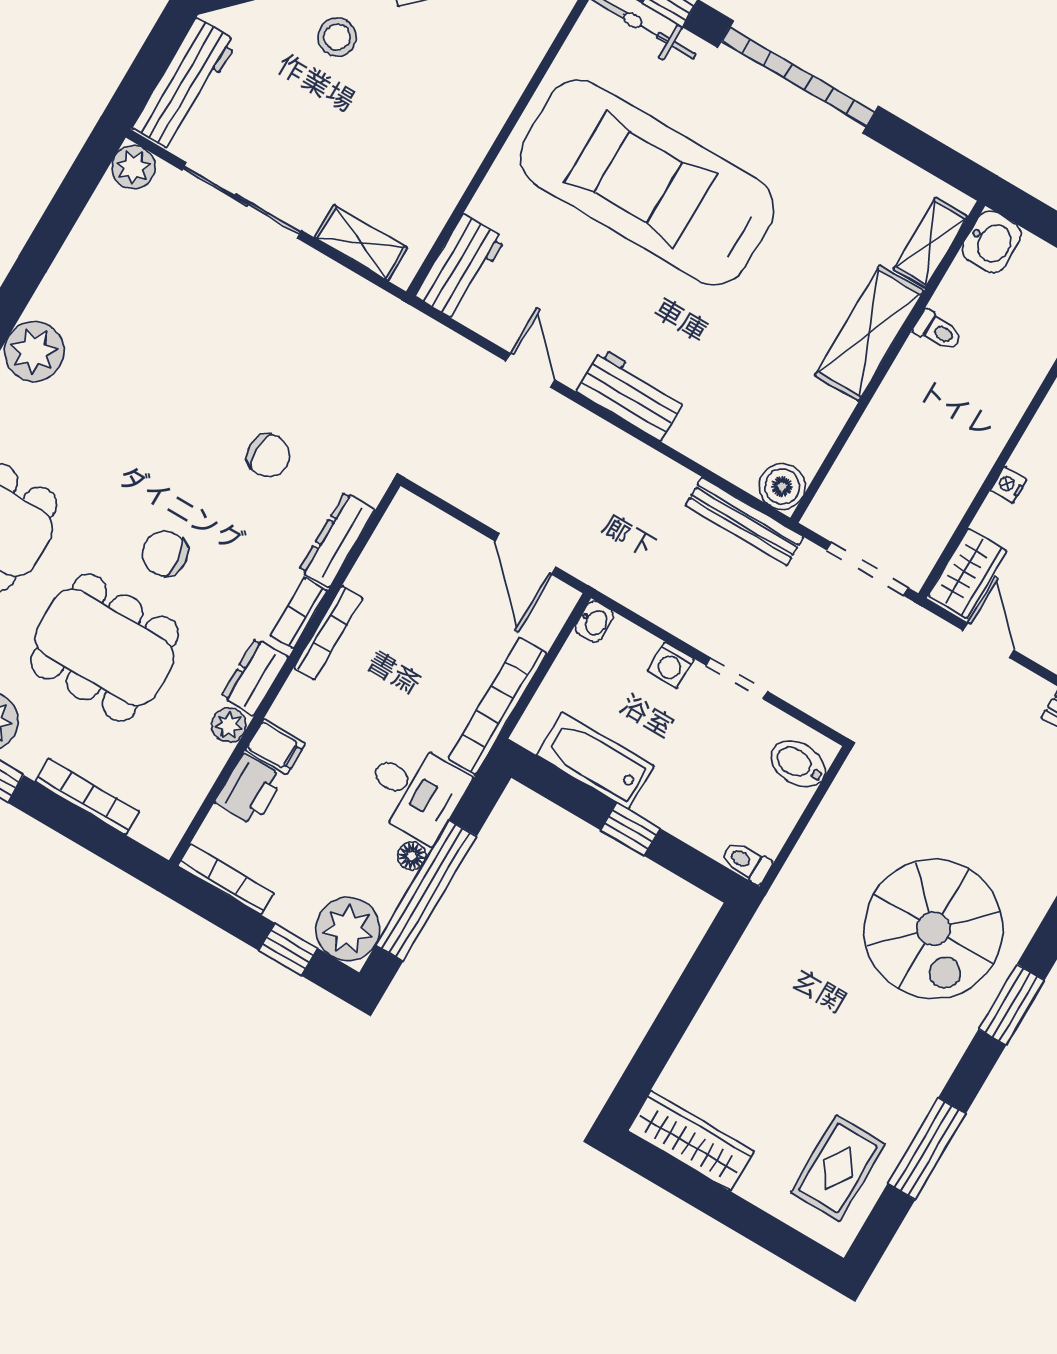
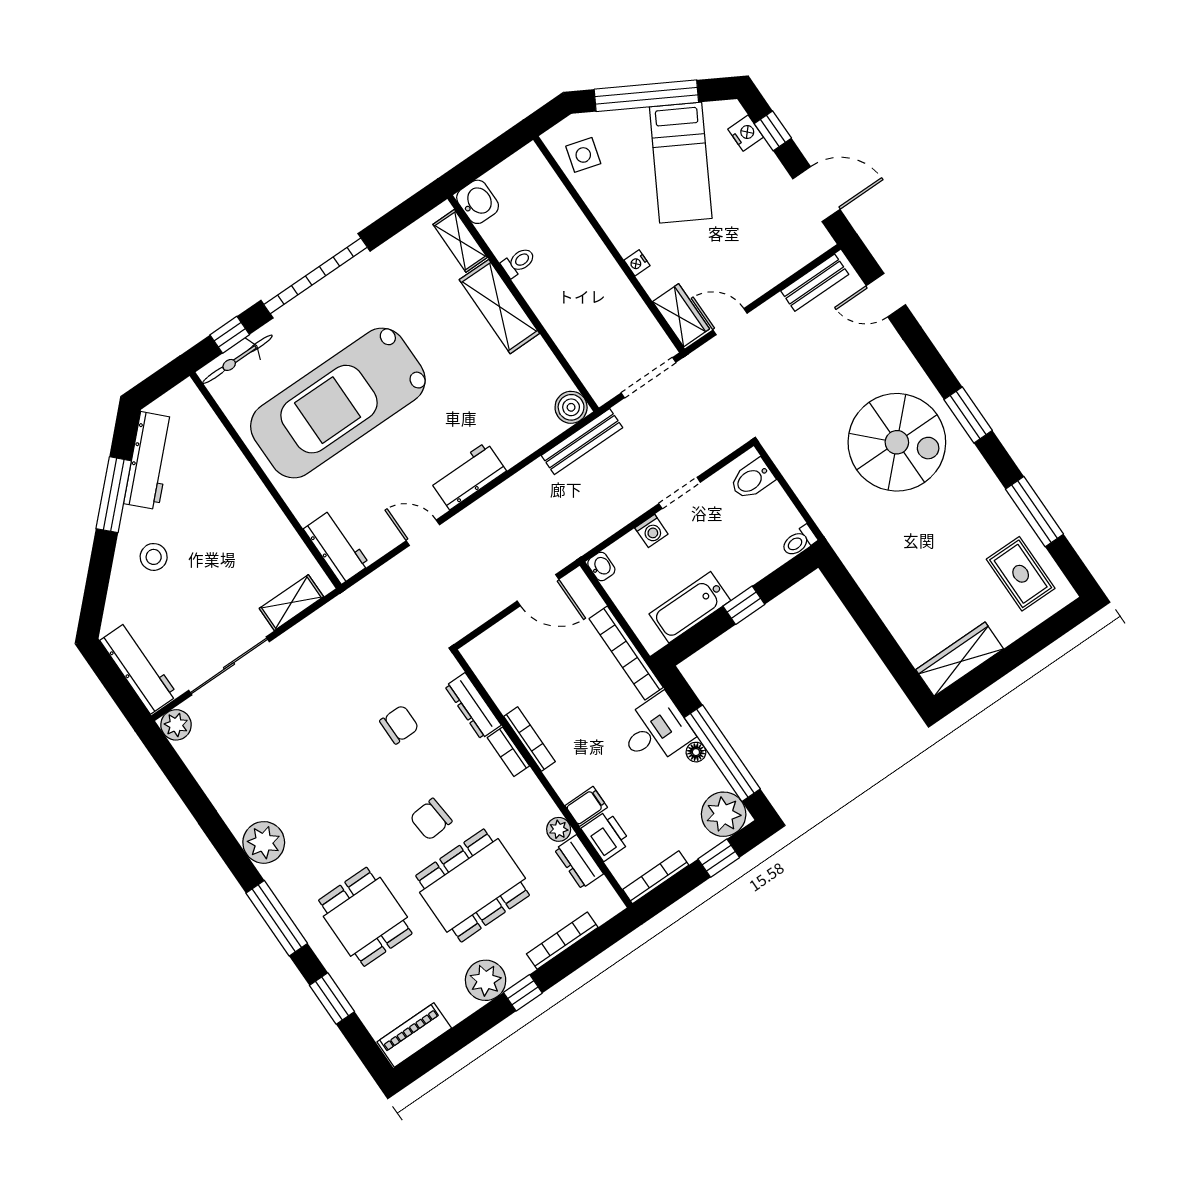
dresser: (255, 677) -> (579, 862), moved

